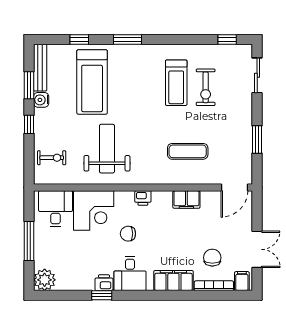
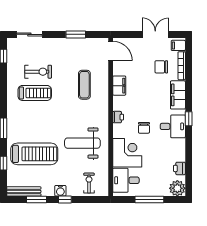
water cooler: (41, 100) -> (60, 191), moved
printer: (104, 283) -> (179, 168), moved
window: (102, 295) -> (189, 119), moved

